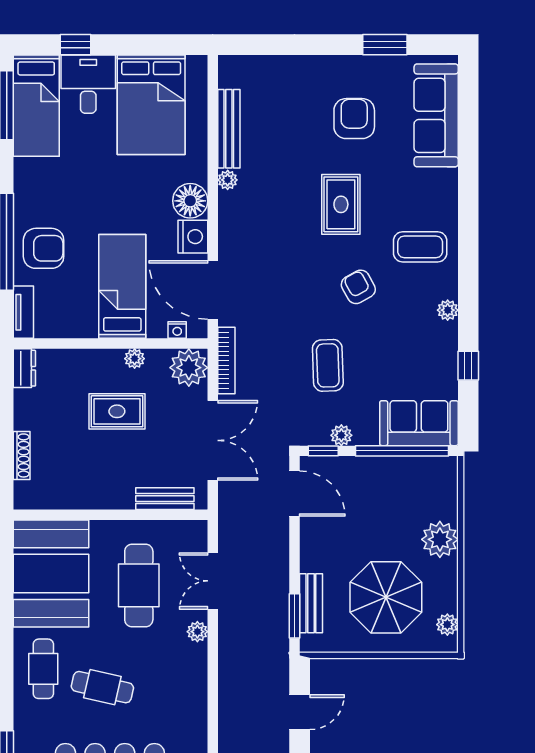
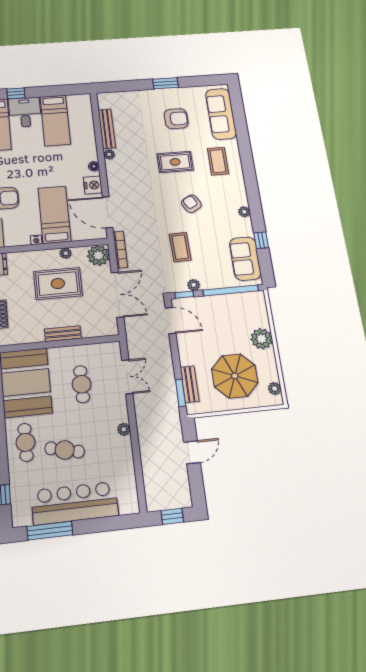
window: (385, 45) -> (165, 83), moved
bed: (151, 105) -> (55, 120), width x0.67
armchair: (354, 119) -> (176, 119), turned 90
floor lamp: (190, 201) -> (94, 166), width x0.53, depth x0.53
rug: (341, 204) -> (175, 162), turned 90
coffee table: (420, 247) -> (218, 161), moved, turned 90
nightstand: (177, 330) -> (36, 240), moved
rug: (117, 411) -> (58, 283), width x1.36, depth x1.43
sofa: (419, 423) -> (245, 259), moved, turned -90
bench: (165, 499) -> (63, 334), moved
double door: (213, 581) -> (127, 377), swing flipped
cafe table: (139, 585) -> (82, 384), width x0.73, depth x0.74
plant: (197, 632) -> (124, 429), moved

